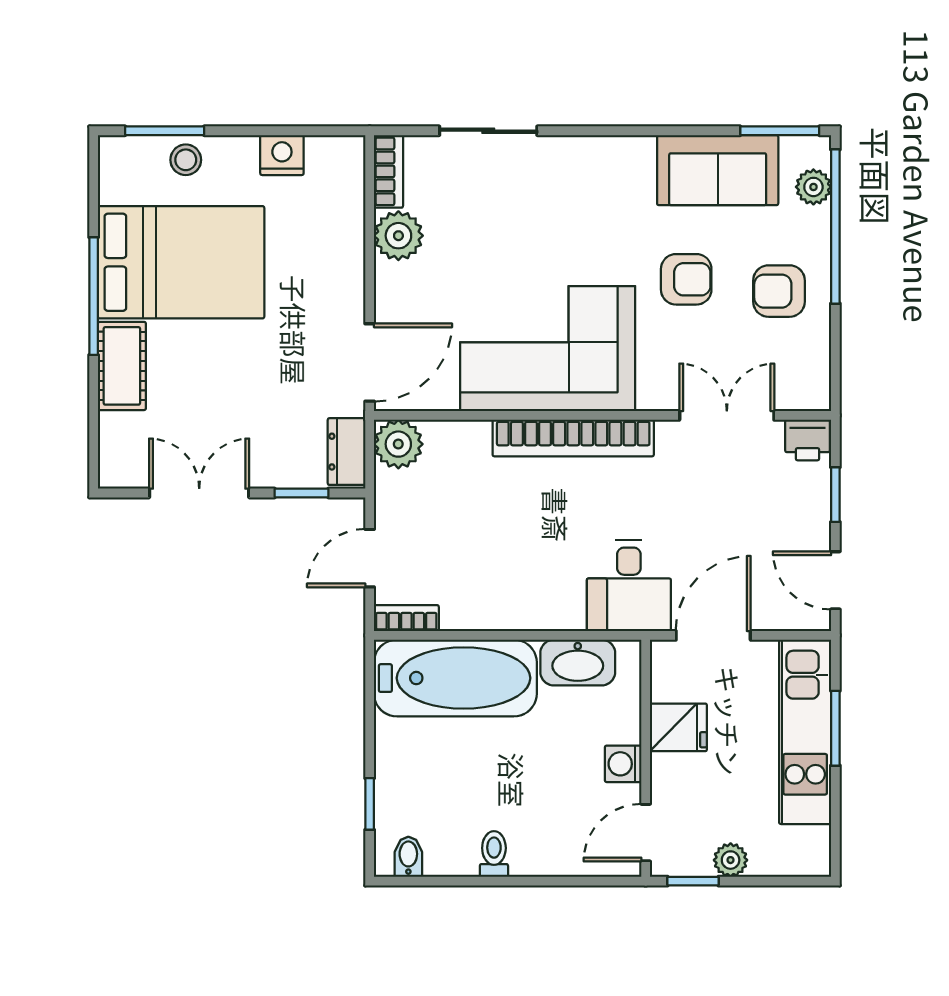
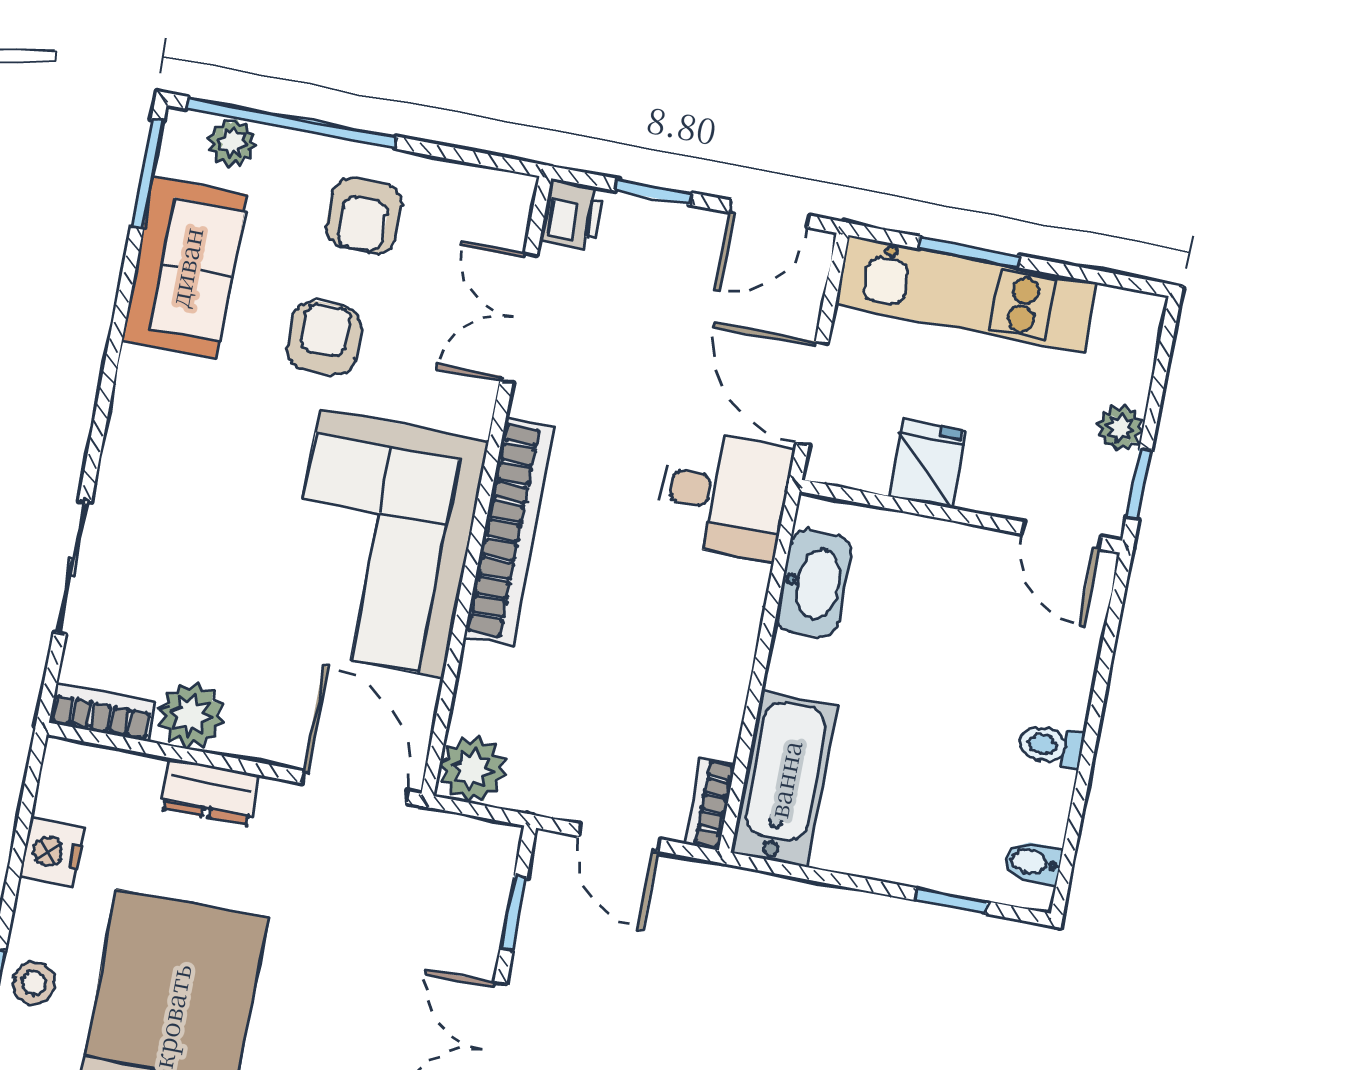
dresser: (347, 452) -> (210, 792), moved
bathtub: (455, 678) -> (784, 779), width x0.73, depth x0.73
washing machine: (623, 764) -> (963, 548), removed

